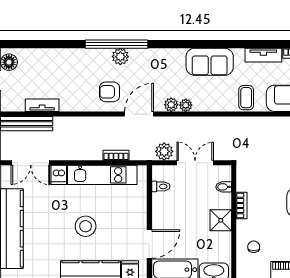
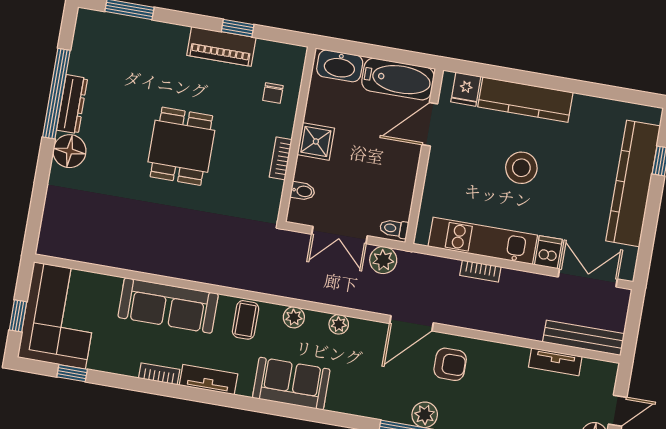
plant: (171, 105) -> (294, 317), moved
bookcase: (116, 155) -> (480, 271), moved
toilet: (161, 186) -> (394, 228), moved

